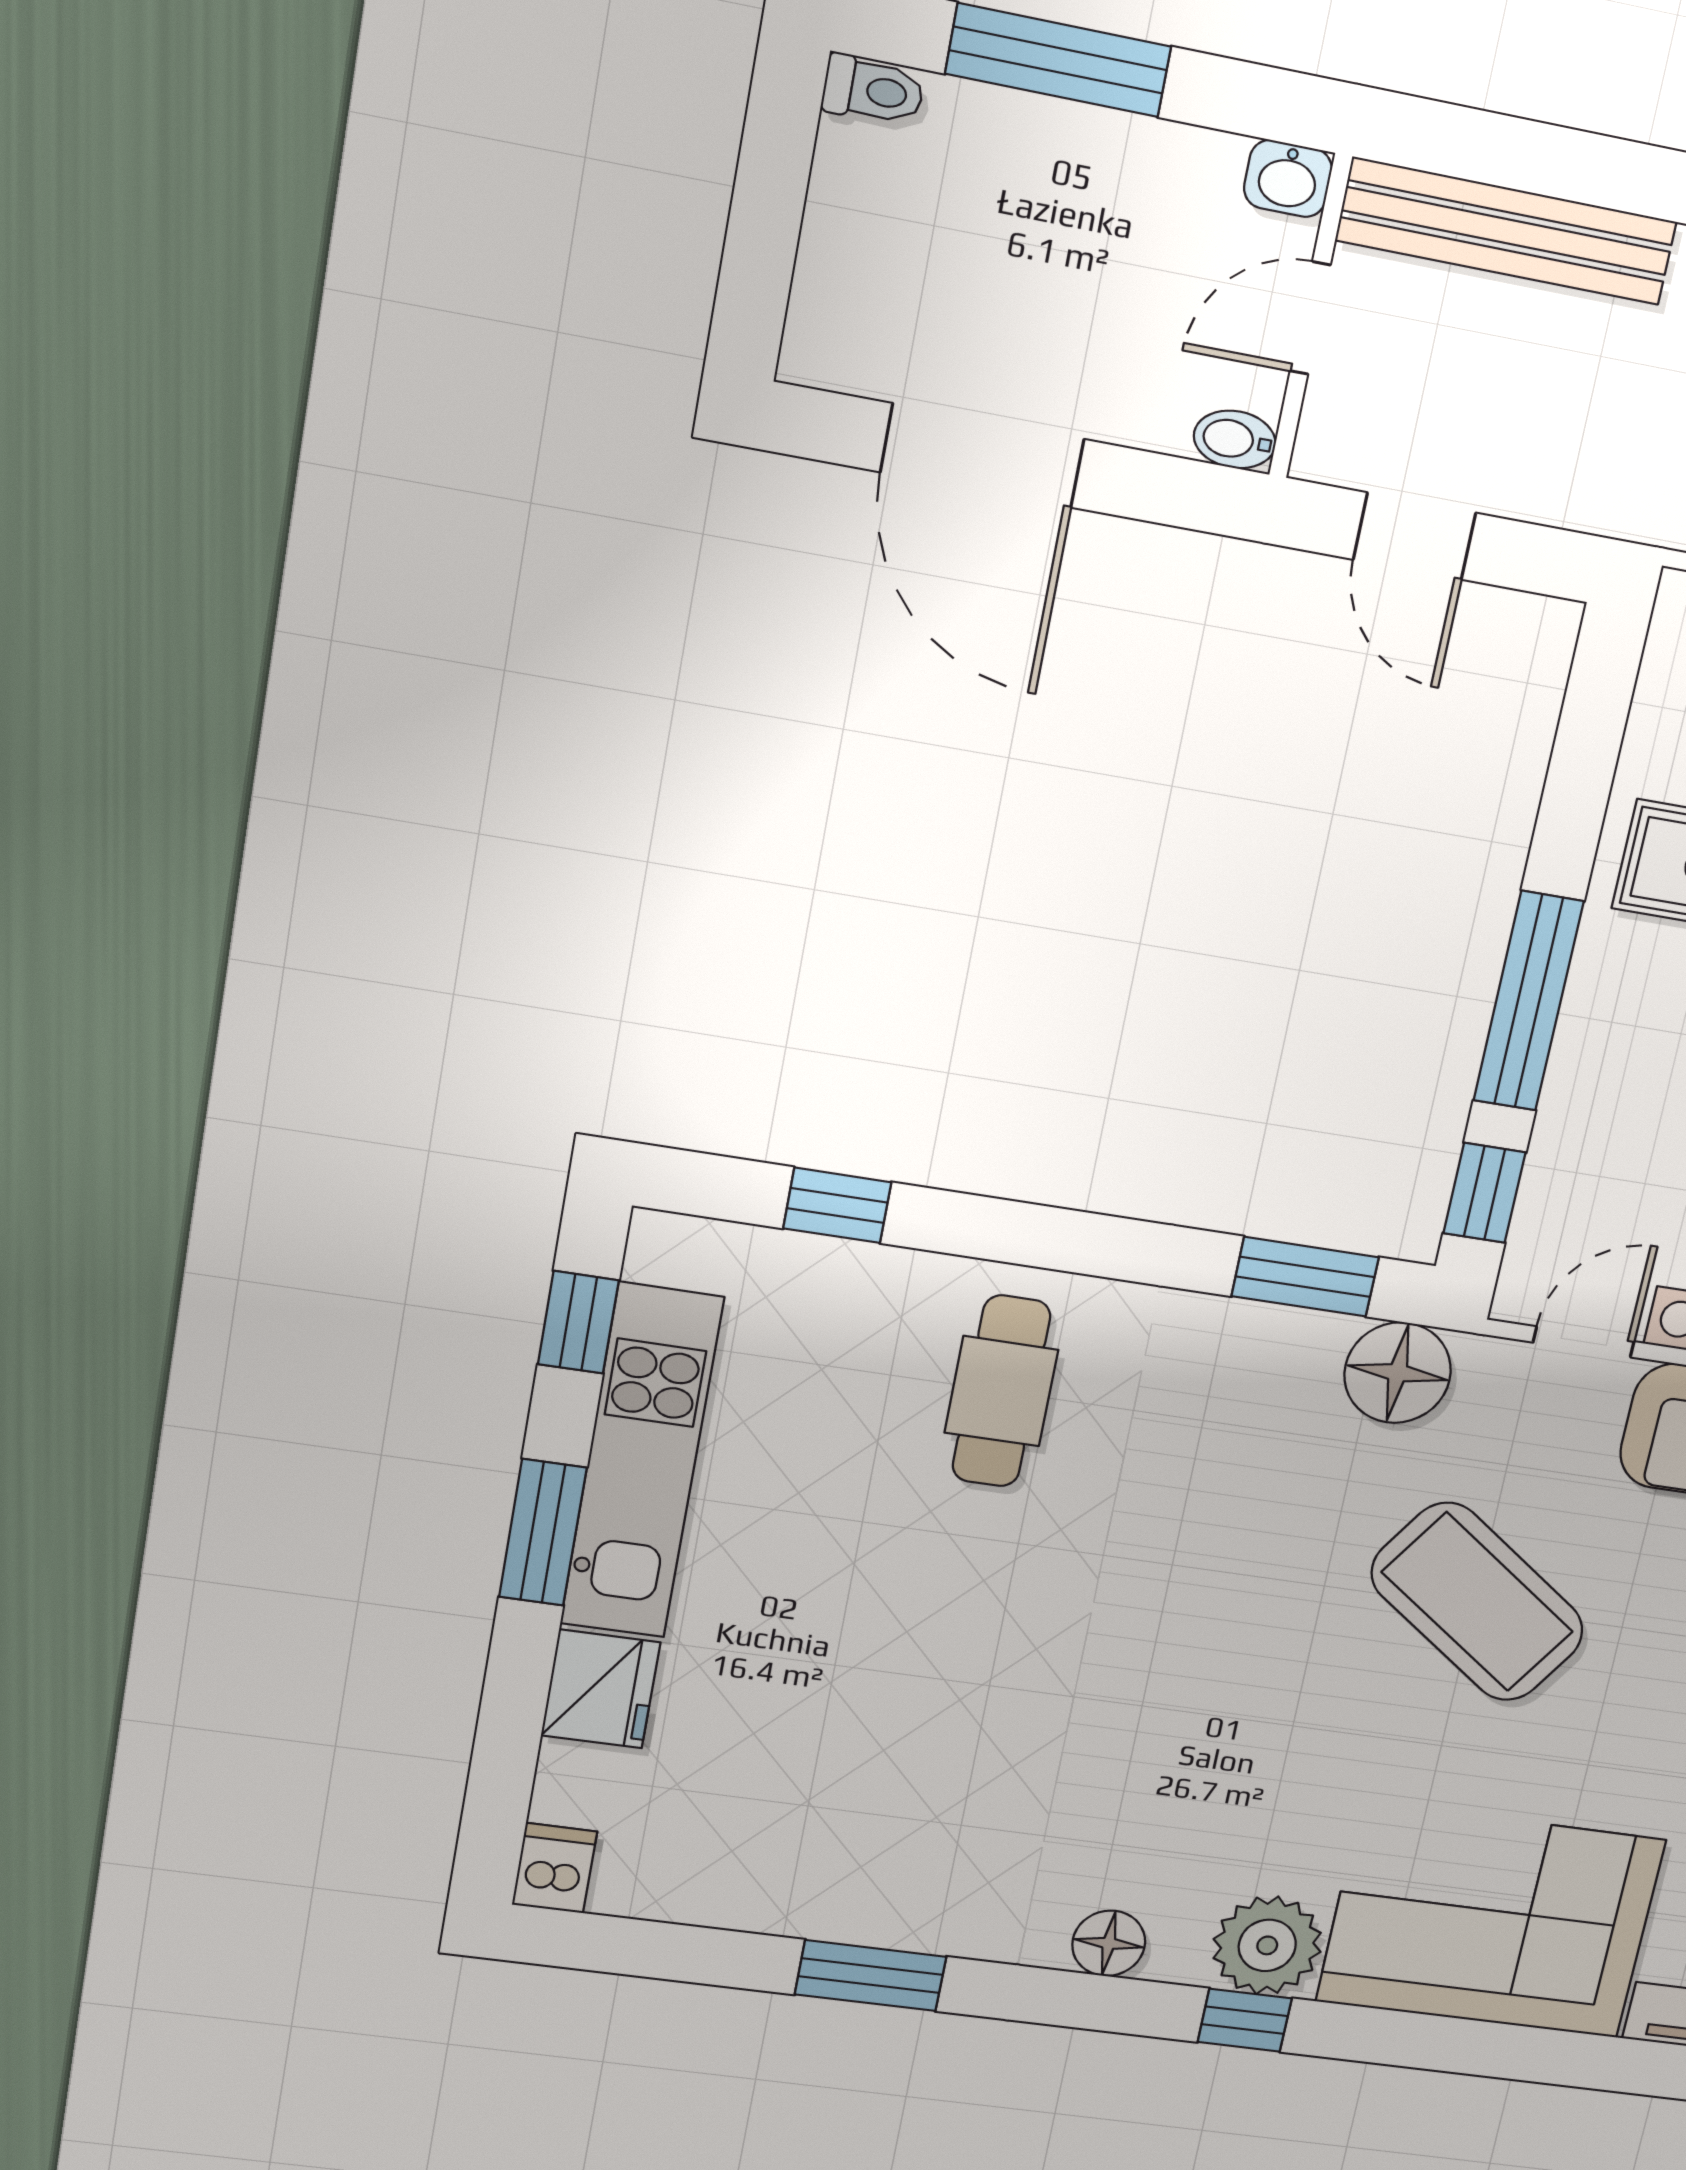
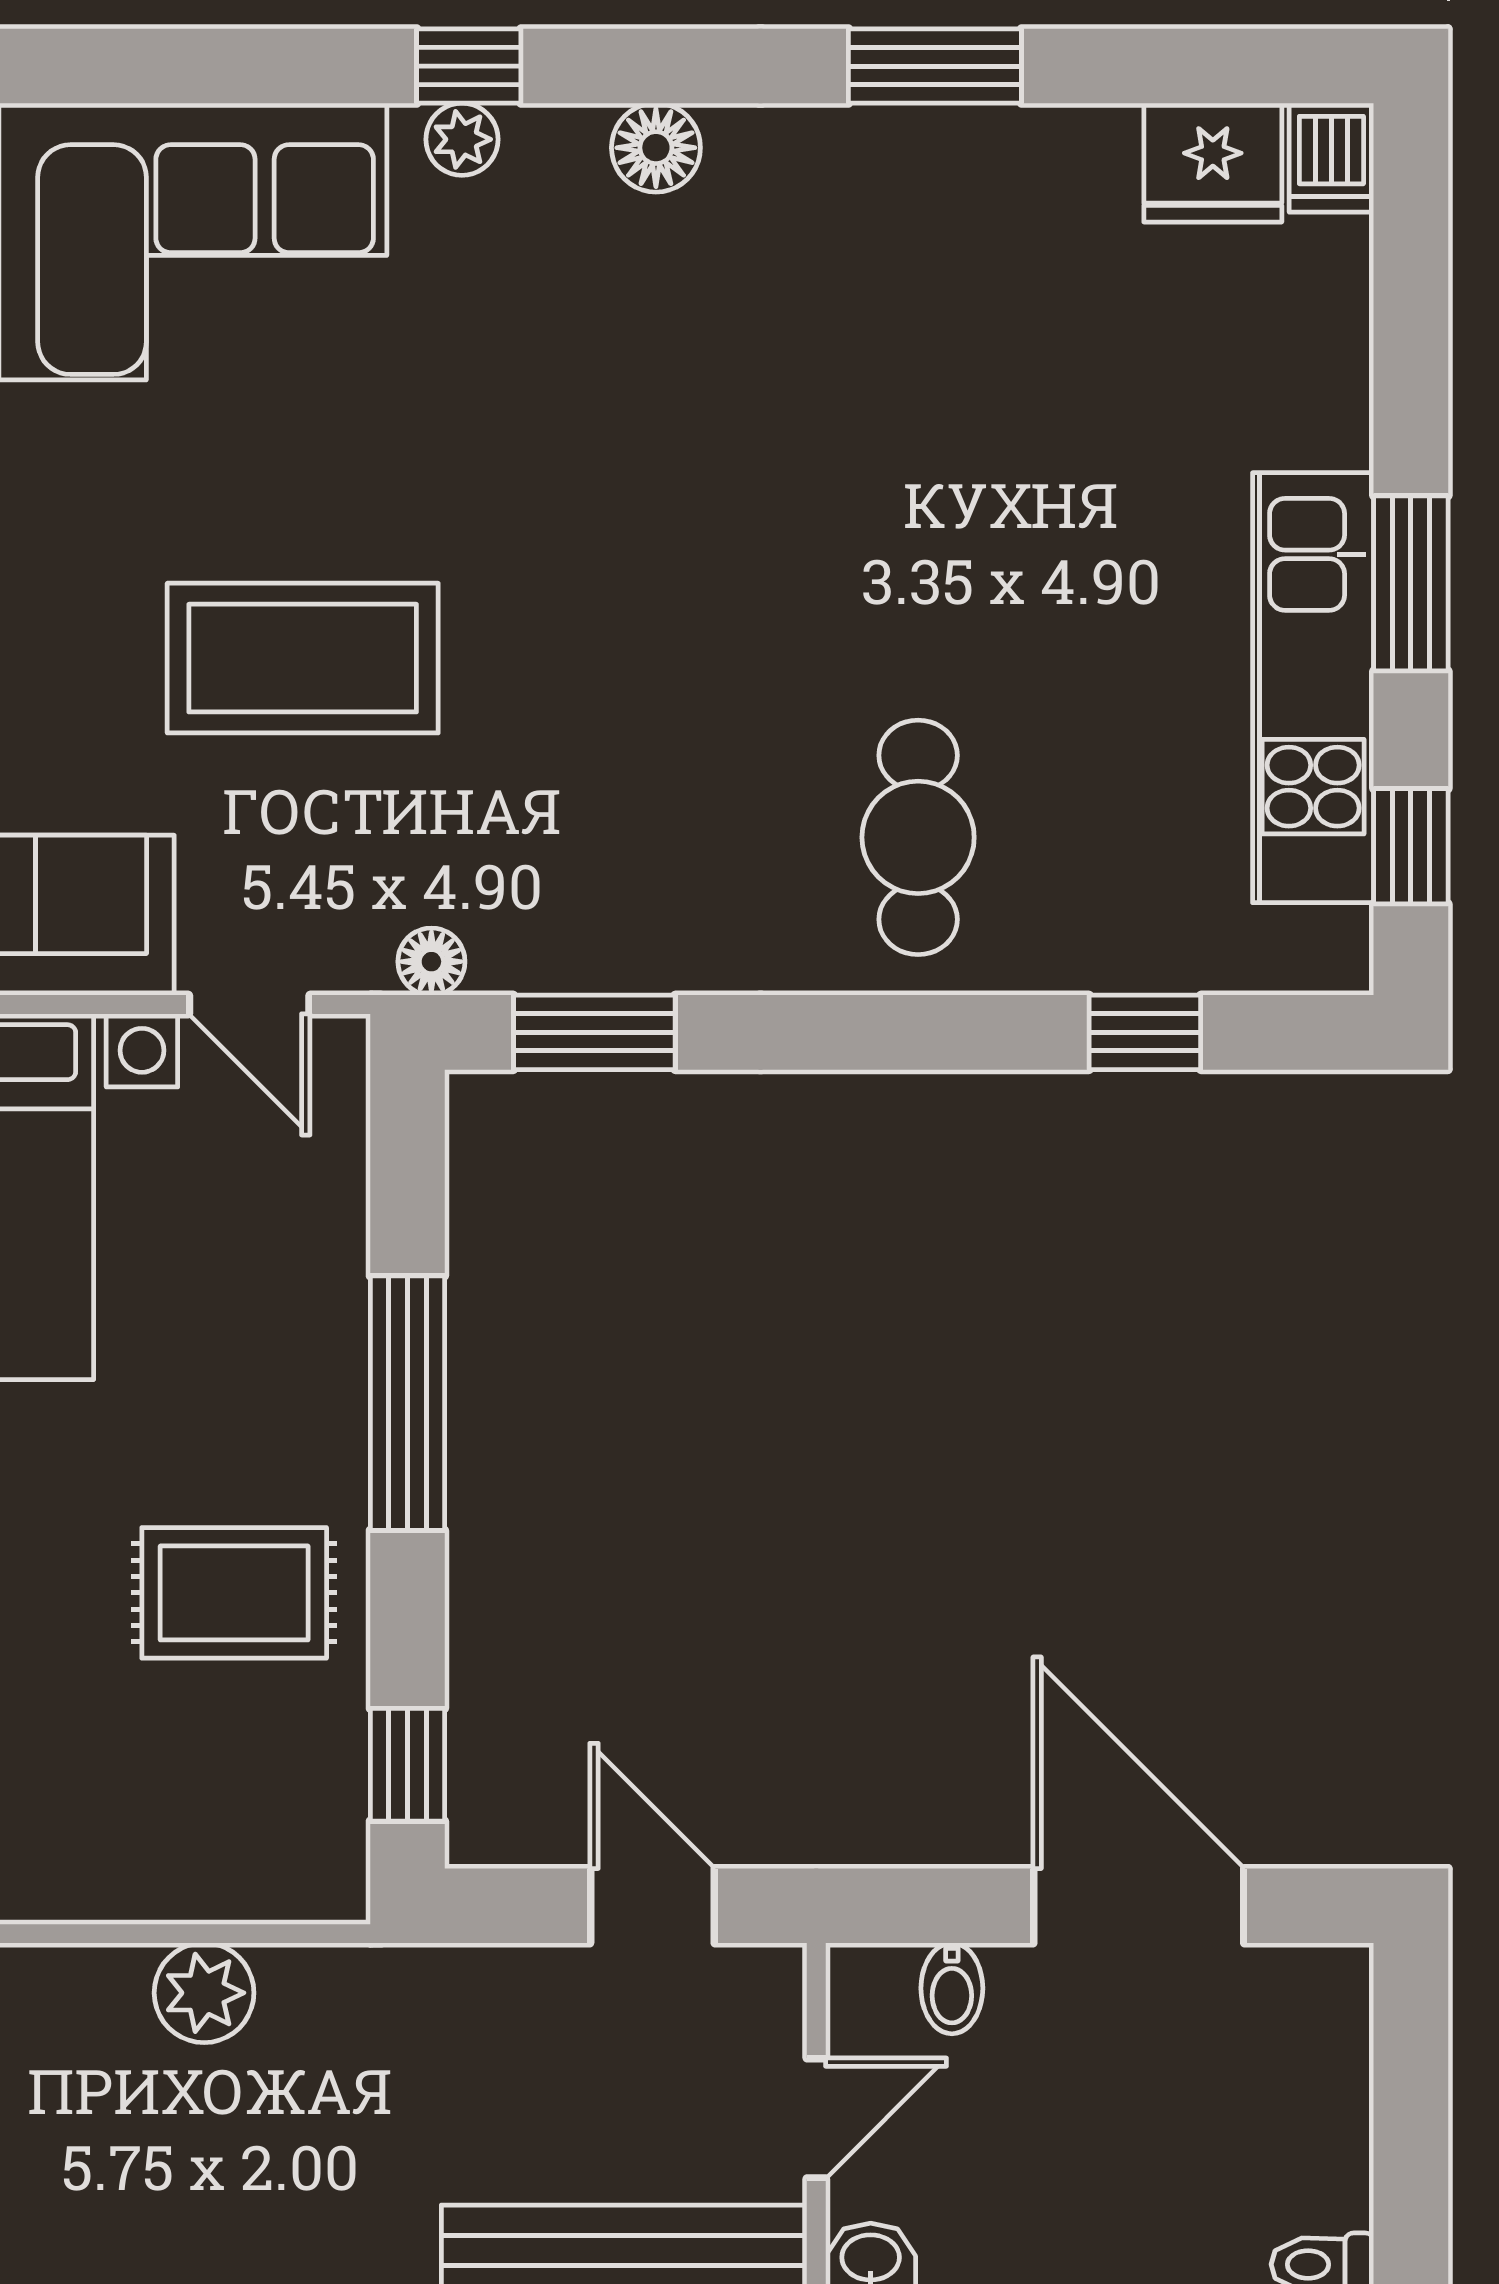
bidet: (1235, 439) -> (952, 1988), moved, turned 90
window: (1484, 1193) -> (407, 1765), moved
door: (1584, 1342) -> (249, 1004), hinge flipped
floor lamp: (1398, 1373) -> (431, 962), width x0.53, depth x0.53
coffee table: (1477, 1602) -> (303, 658), turned -35
fridge: (601, 1689) -> (1213, 163), moved, turned -90
plant: (1267, 1945) -> (462, 139), width x0.53, depth x0.53

